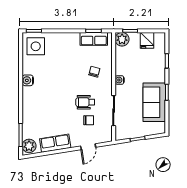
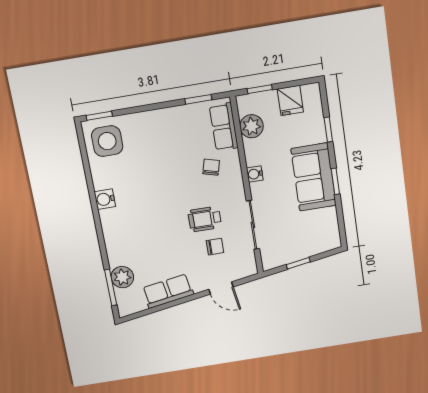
row of seats: (94, 39) -> (224, 127), moved, turned 90
plant: (122, 39) -> (252, 126), moved
sofa: (154, 102) -> (314, 177), moved
plant: (29, 146) -> (122, 277), moved
door: (88, 147) -> (221, 288), hinge flipped

